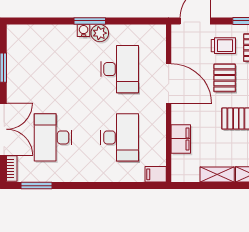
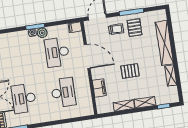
desk: (120, 69) -> (57, 52), turned 180
pallet: (225, 78) -> (120, 48), removed
filing cabinet: (156, 174) -> (75, 27), moved

